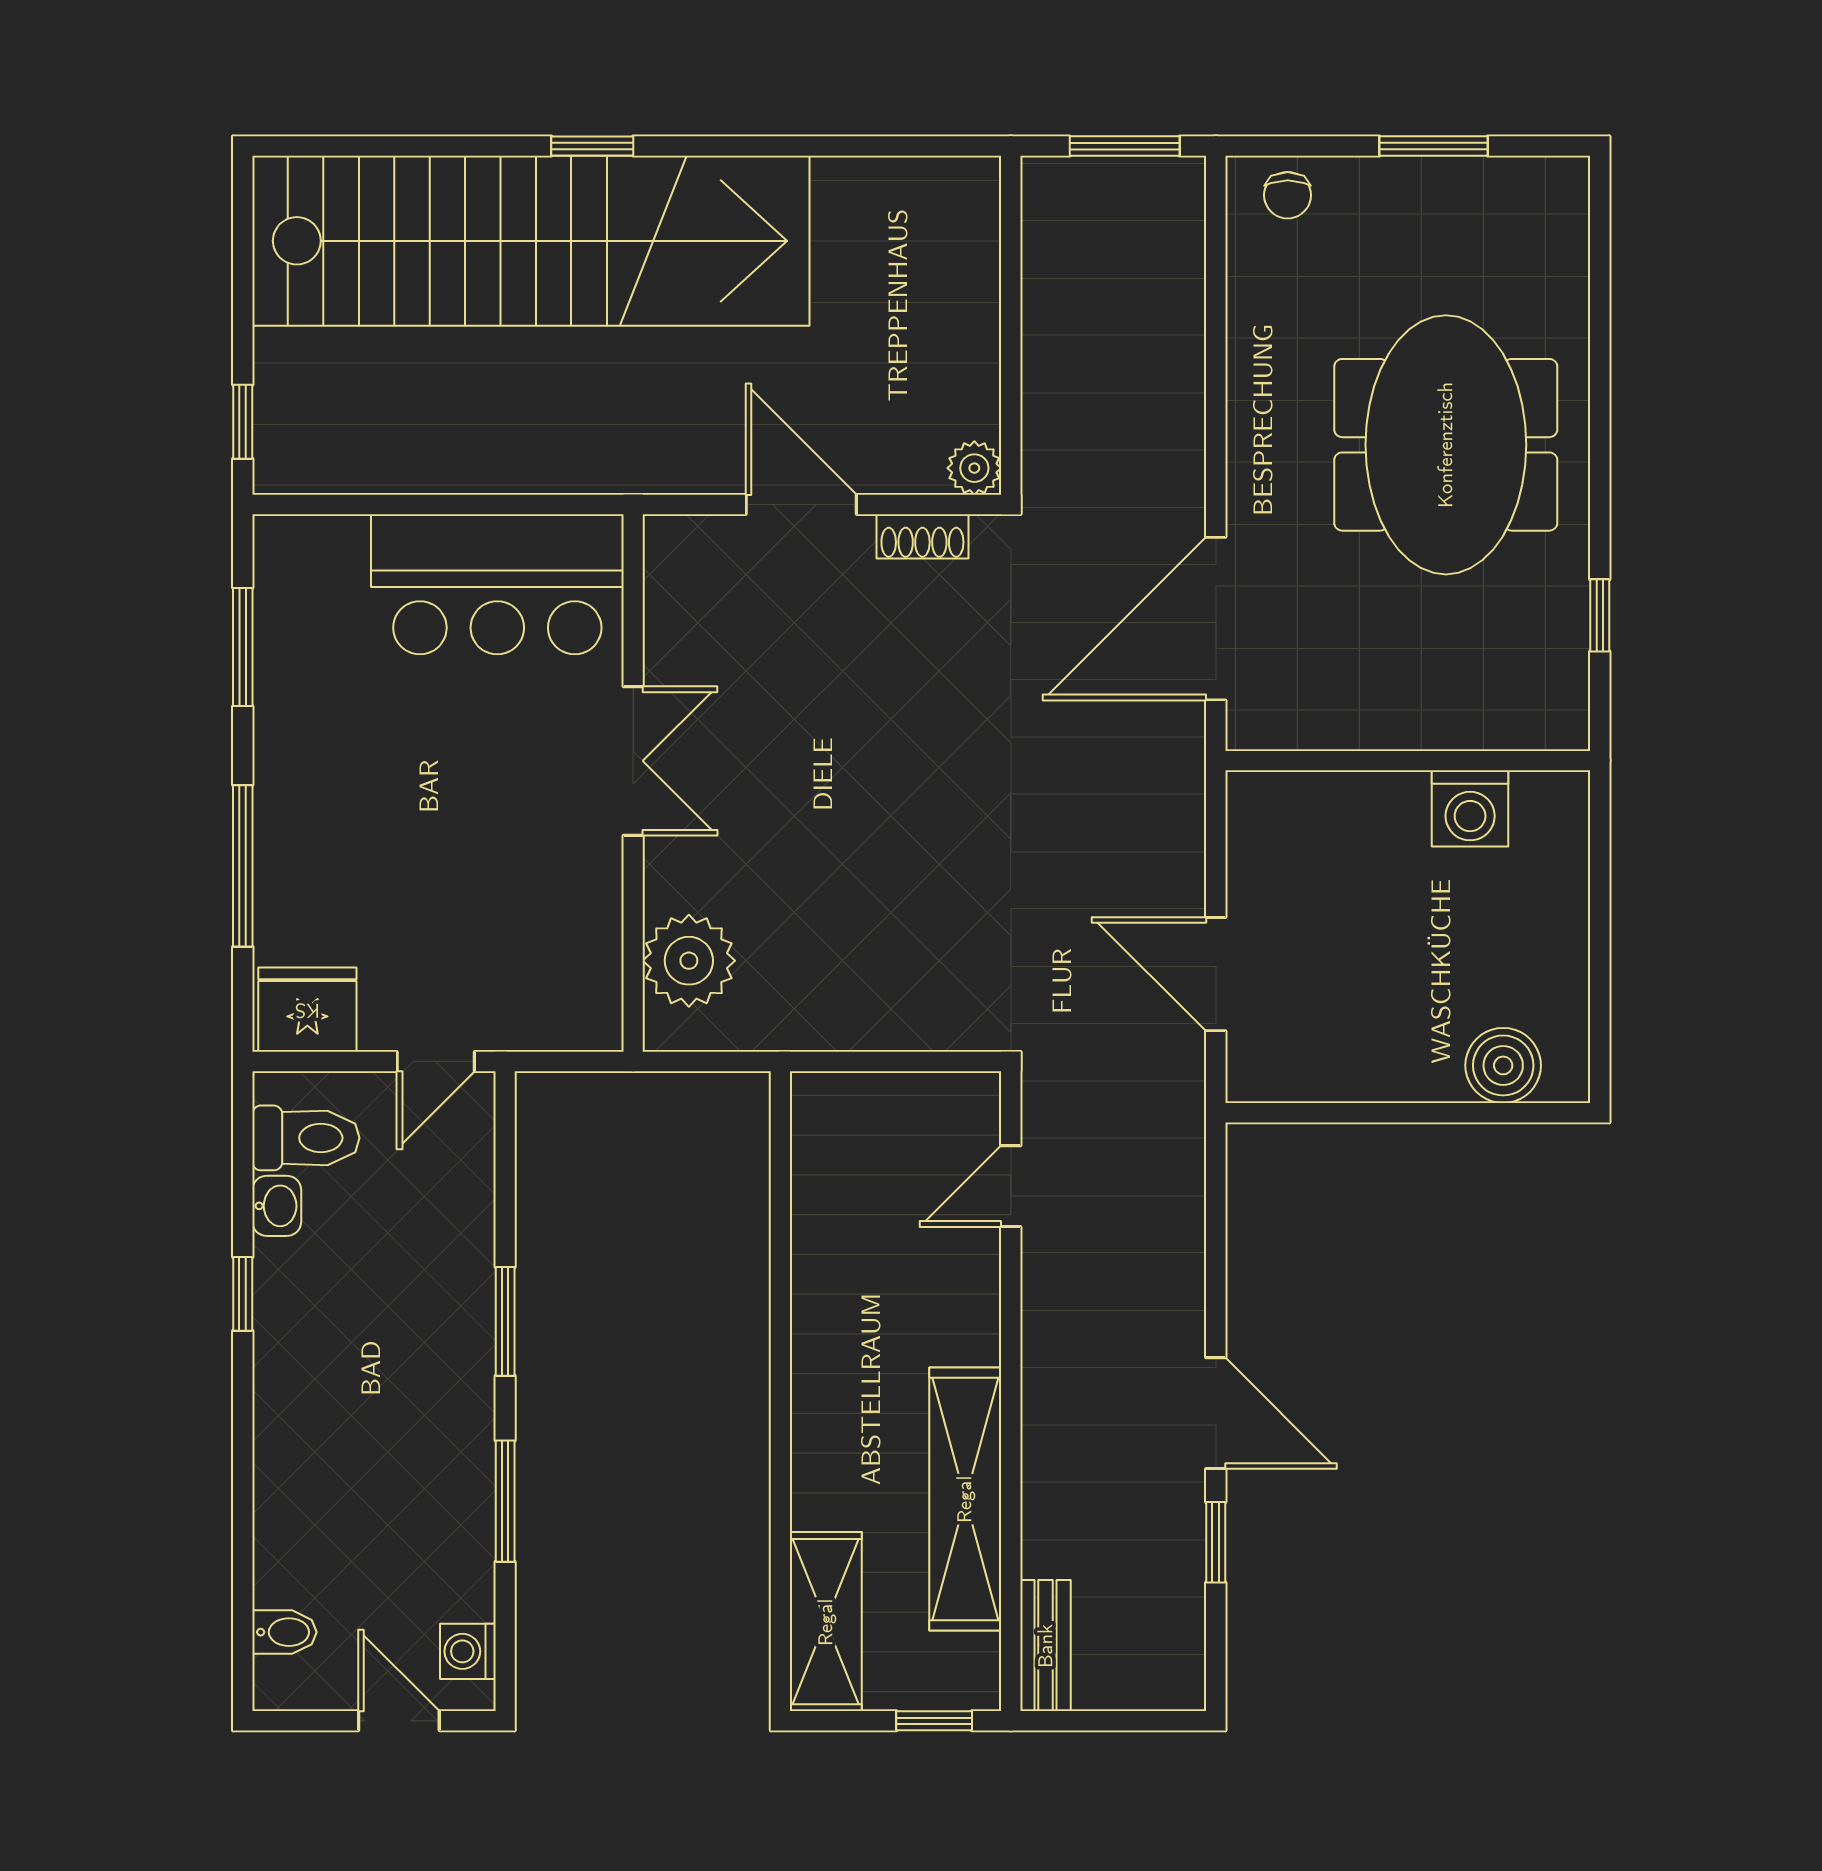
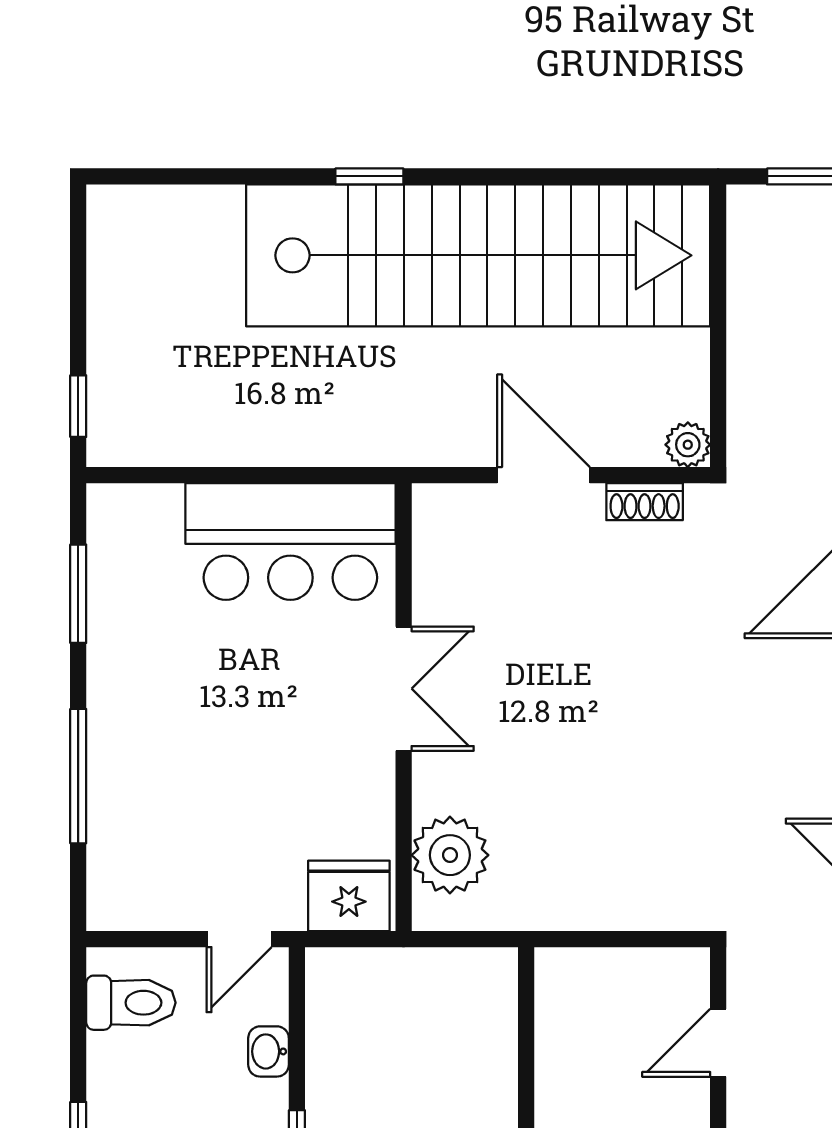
stairs: (531, 241) -> (478, 255), moved
fridge: (307, 1010) -> (349, 896), moved
washbasin: (277, 1206) -> (269, 1051), moved, turned 180

